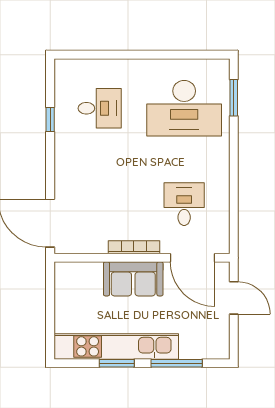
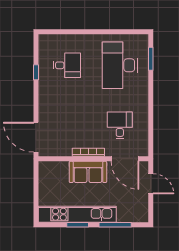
desk: (184, 108) -> (120, 65), turned 90

